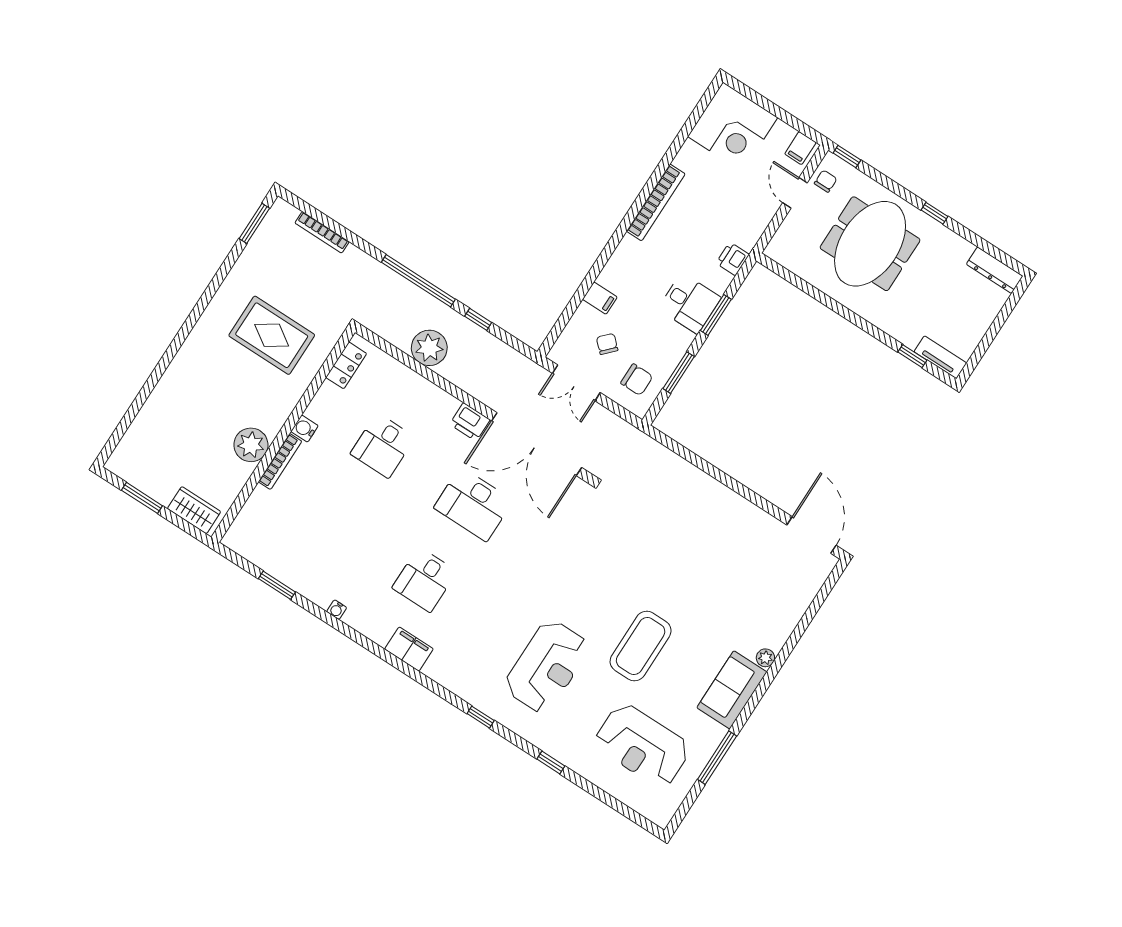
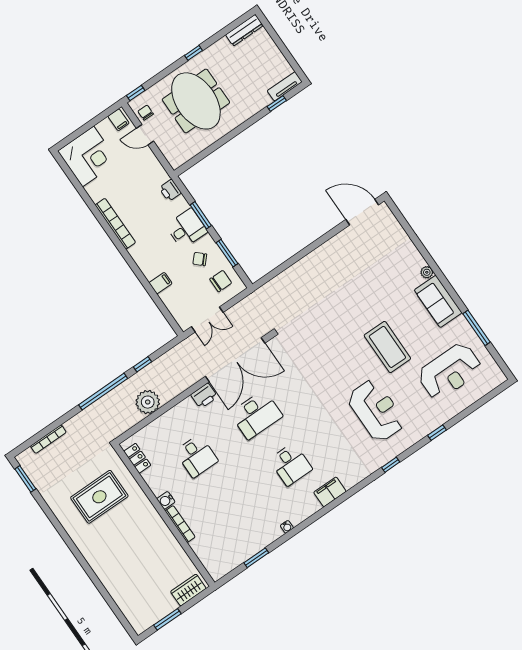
chair: (607, 344) -> (200, 259), moved
plant: (251, 445) -> (162, 538), removed

